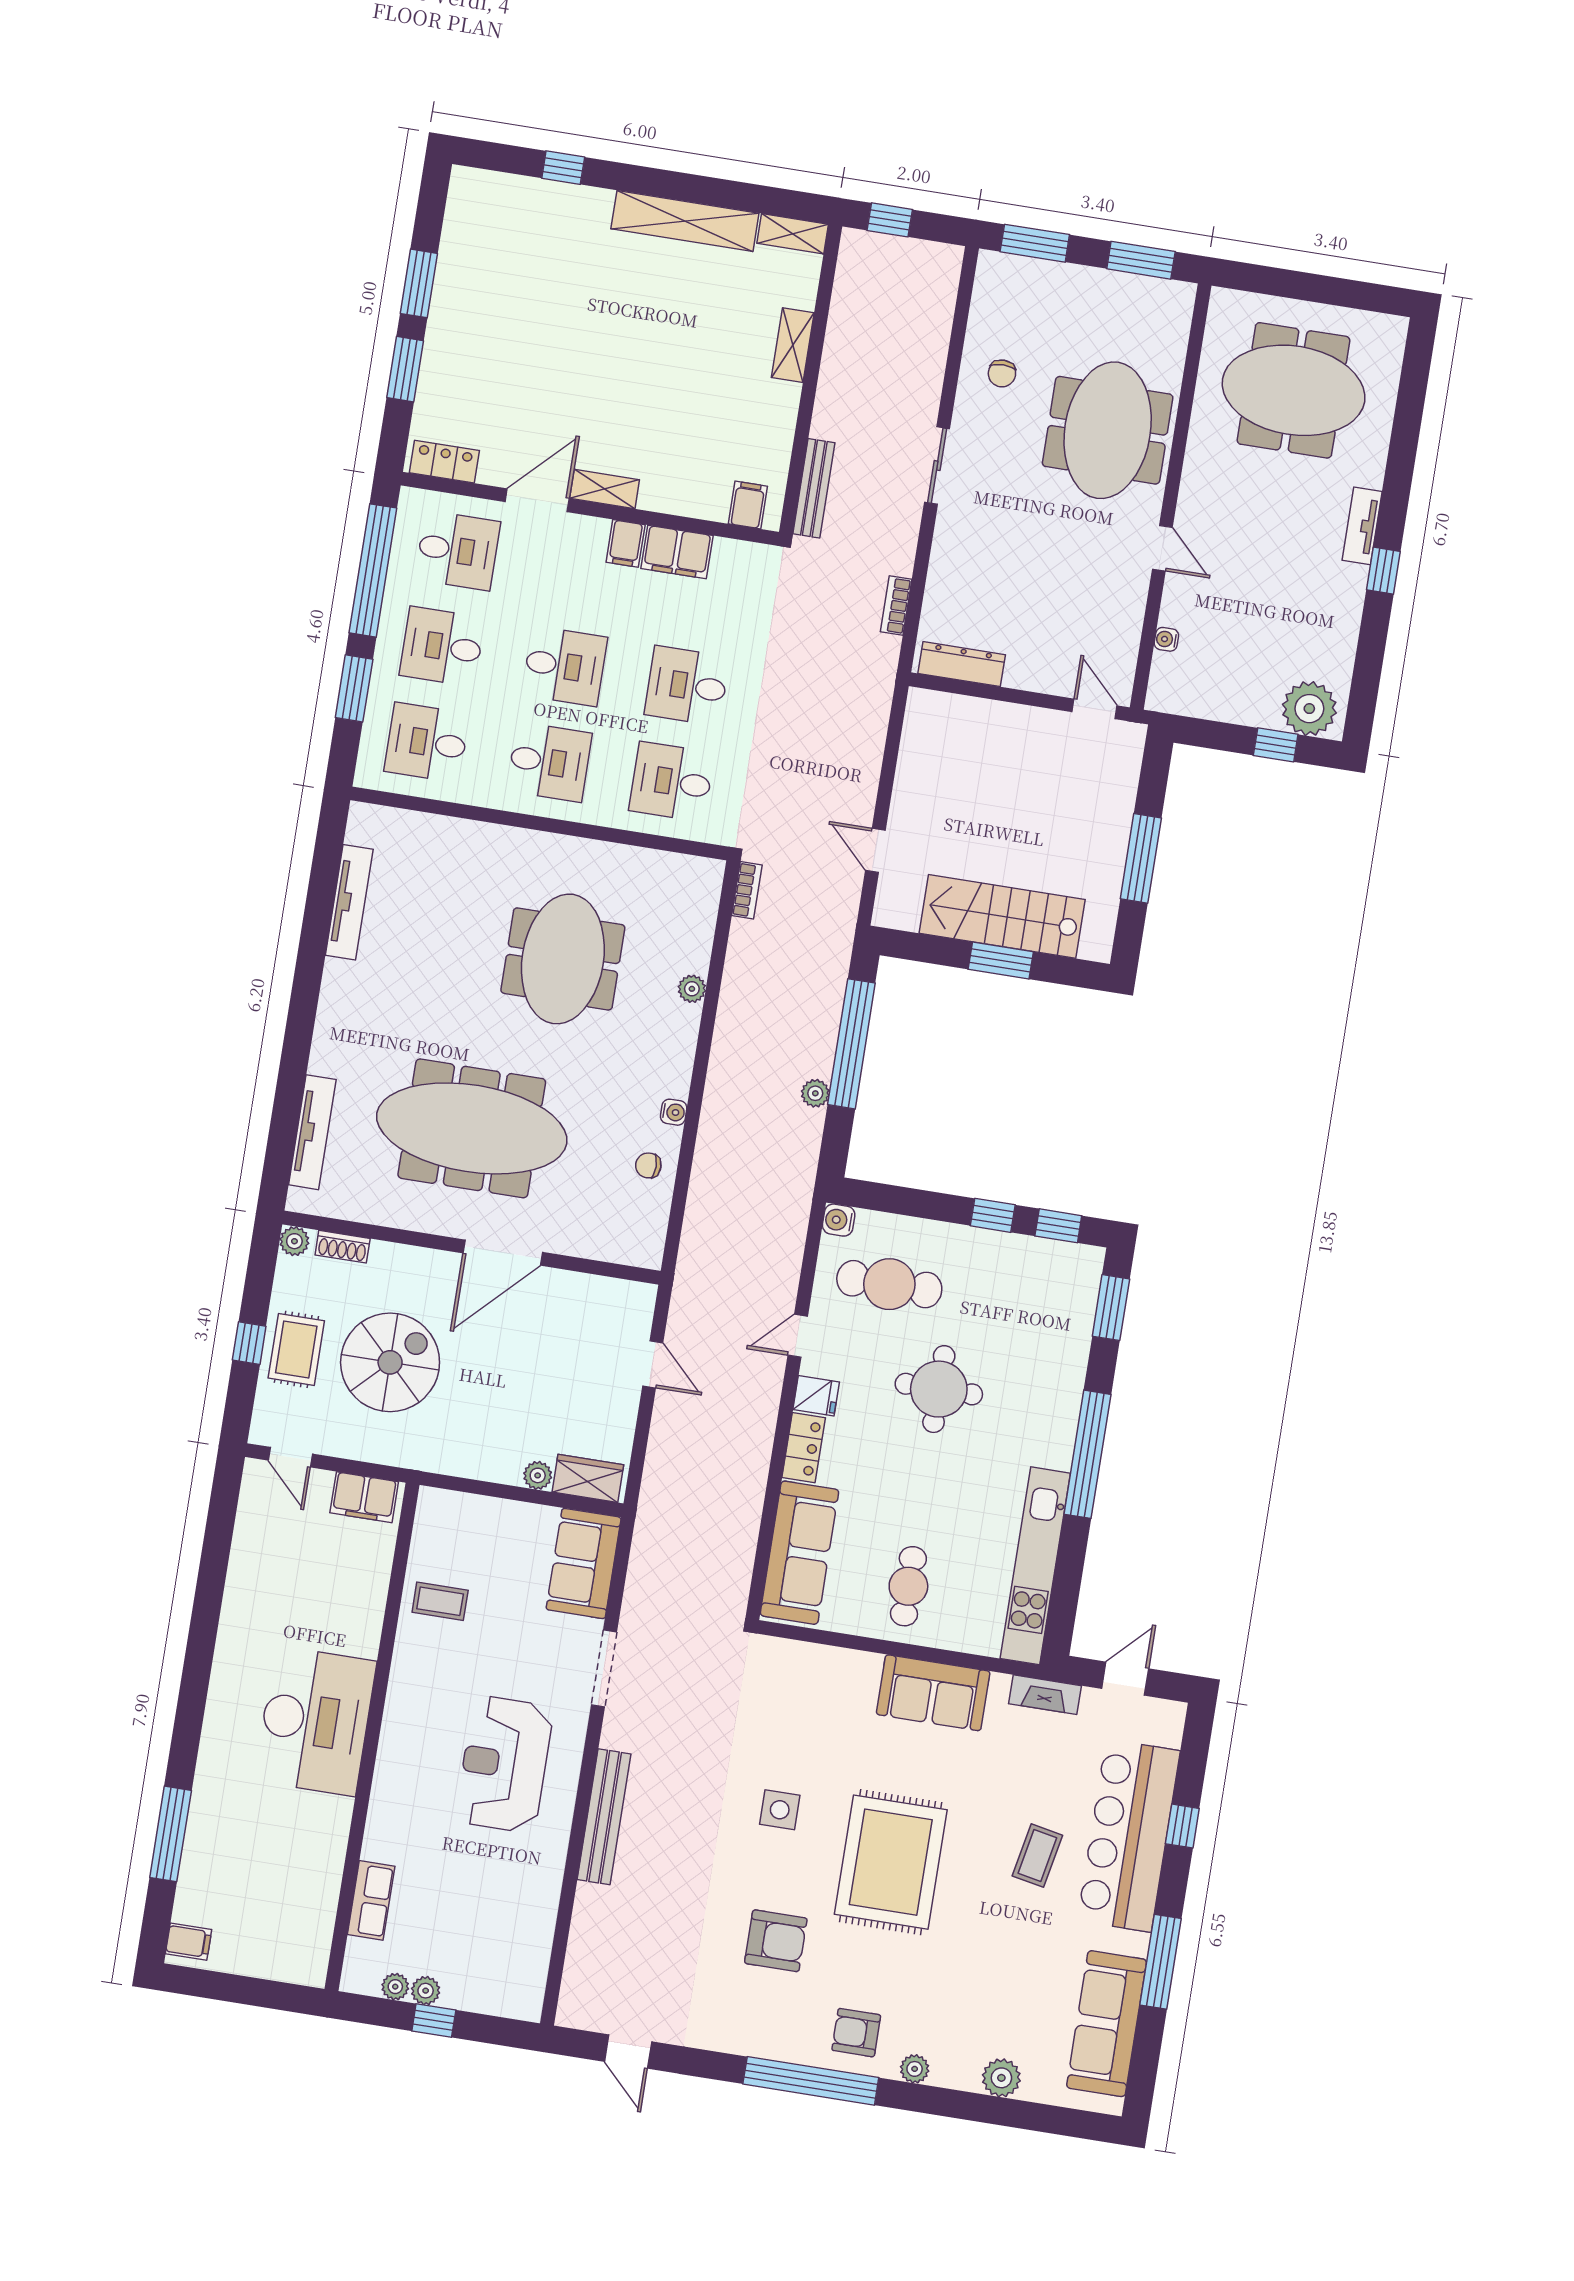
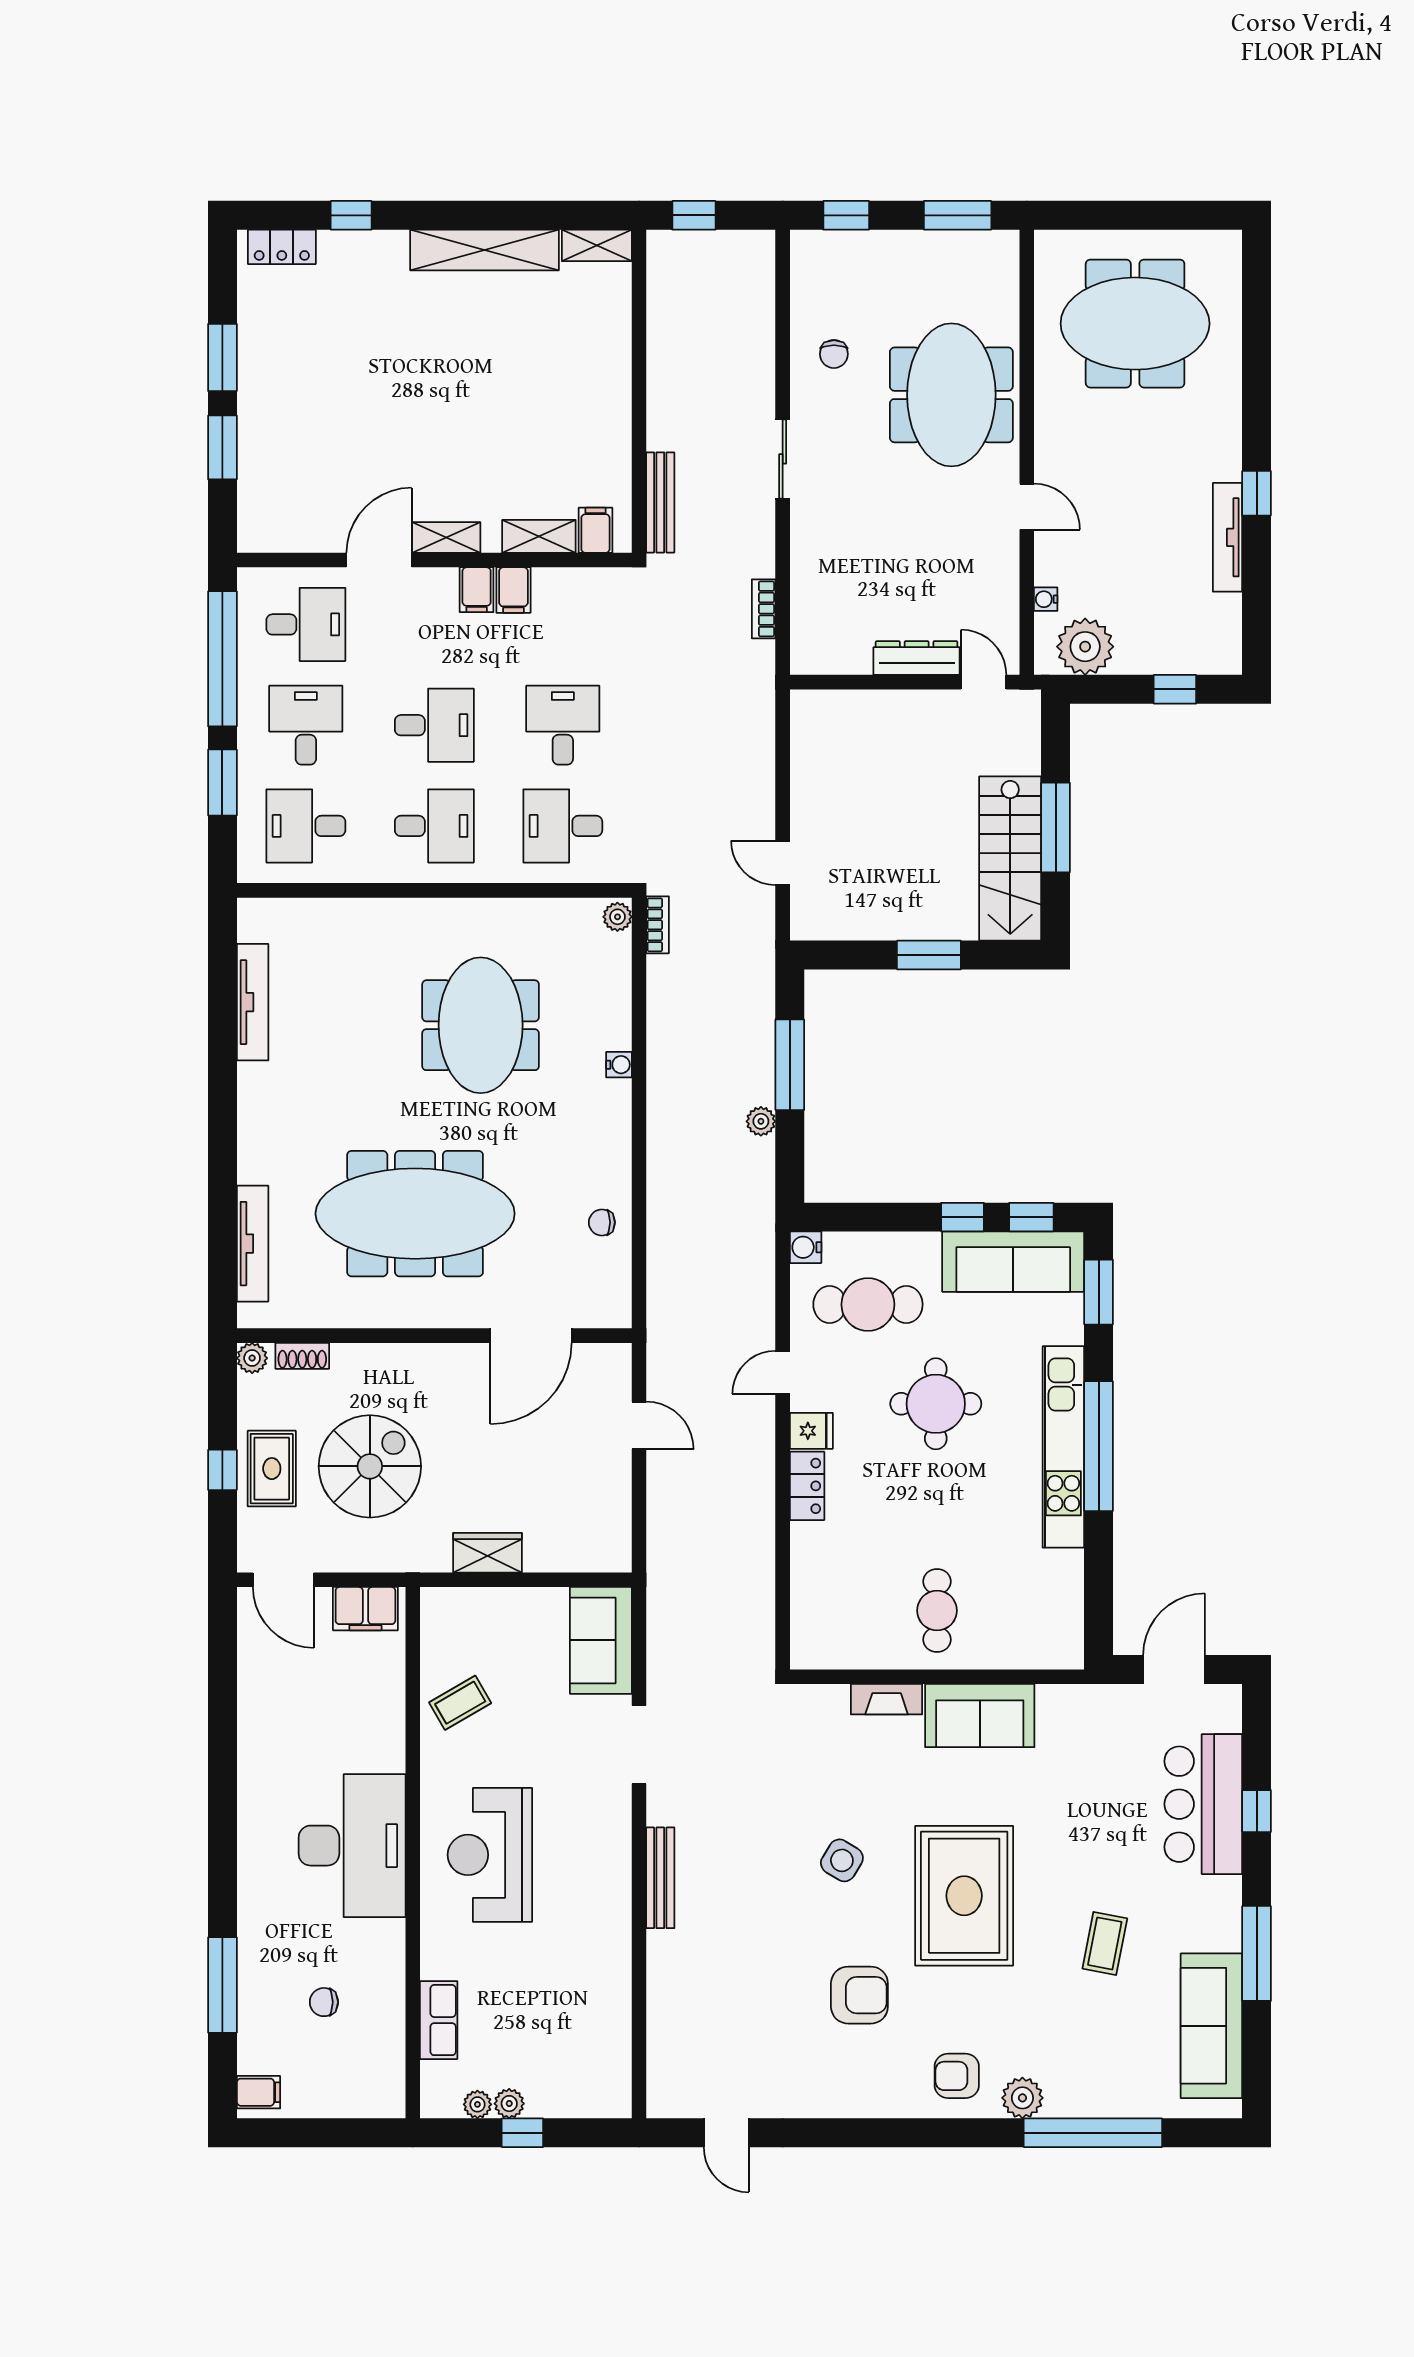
window: (1035, 243) -> (846, 215), width x0.67
shelving: (793, 345) -> (539, 536), moved, turned 90
locker: (444, 462) -> (282, 247), moved, turned 180
tv unit: (1362, 526) -> (1227, 537), moved, width x1.41
filing cabinet: (677, 552) -> (513, 590), width x0.50
desk: (442, 646) -> (306, 725), turned 90
dresser: (962, 664) -> (917, 658), moved
desk: (687, 686) -> (563, 725), turned 90
plant: (1309, 709) -> (1085, 647), moved
stairs: (1002, 916) -> (1010, 859), moved, turned -90
plant: (692, 989) -> (617, 917), moved
window: (851, 1044) -> (790, 1065), width x0.68
water cooler: (674, 1112) -> (619, 1065), moved
door: (503, 1253) -> (531, 1336), moved
door: (290, 1457) -> (283, 1580), width x1.38
plant: (538, 1475) -> (539, 1558), removed
wardrobe: (588, 1478) -> (488, 1553), moved
sofa: (799, 1553) -> (1013, 1262), moved, turned 90
kitchen unit: (1035, 1566) -> (1063, 1447), moved
coffee table: (440, 1601) -> (460, 1703), turned -30
door: (1125, 1679) -> (1174, 1670), width x1.38
fireplace: (1045, 1695) -> (887, 1699), moved
reception desk: (504, 1764) -> (490, 1855), moved
side table: (780, 1810) -> (842, 1860), turned 31
bench: (604, 1817) -> (660, 1878), width x0.73, depth x0.82
bar counter: (1129, 1836) -> (1203, 1804), width x0.73
coffee table: (1037, 1856) -> (1105, 1943), moved
chair: (265, 1866) -> (324, 2002), added
plant: (915, 2069) -> (1022, 2098), width x1.38, depth x1.38
plant: (1001, 2078) -> (1113, 2098), removed
window: (811, 2081) -> (1093, 2133), moved

